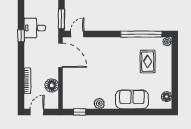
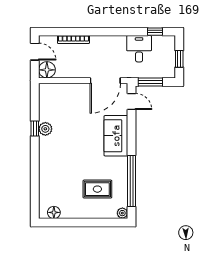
window: (21, 36) -> (155, 32), moved
floor lamp: (52, 85) -> (47, 70), moved
sofa: (132, 99) -> (116, 136), moved, turned 180
window: (80, 112) -> (35, 128), moved

